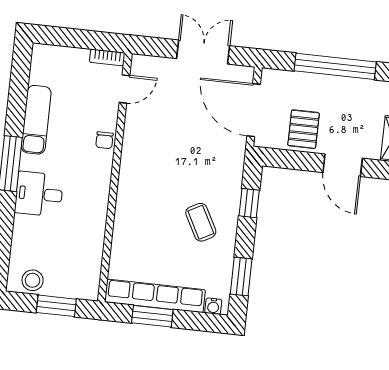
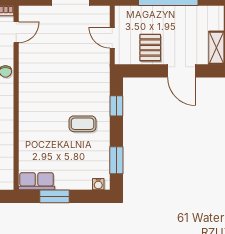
door: (254, 110) -> (112, 38), width x0.53
coffee table: (201, 222) -> (83, 124), turned -62
row of seats: (155, 296) -> (37, 181), width x0.50

